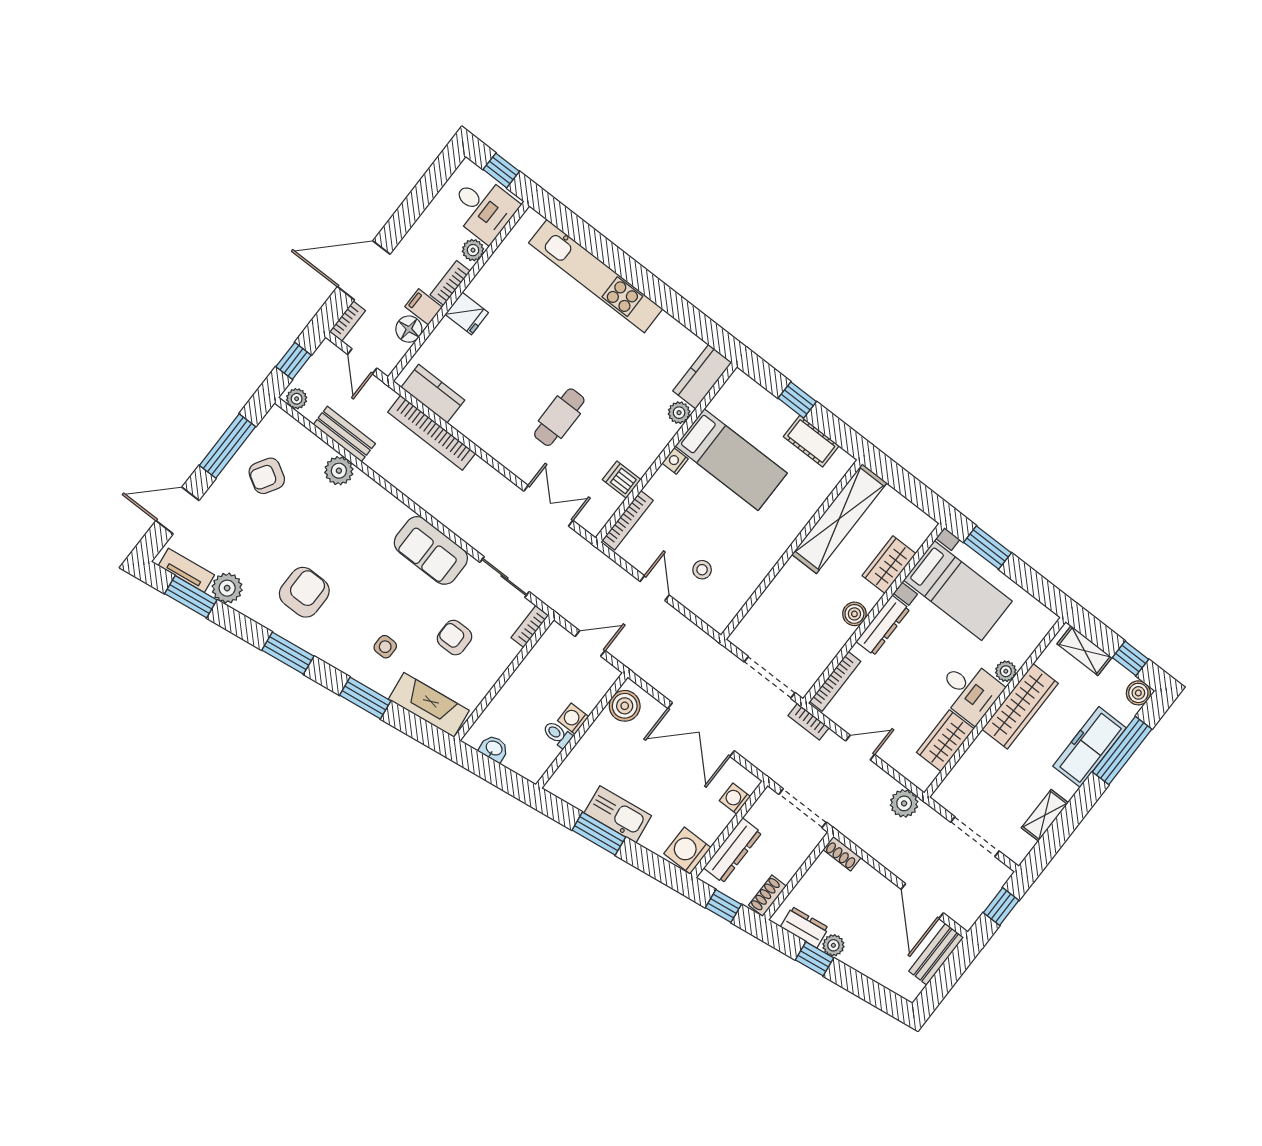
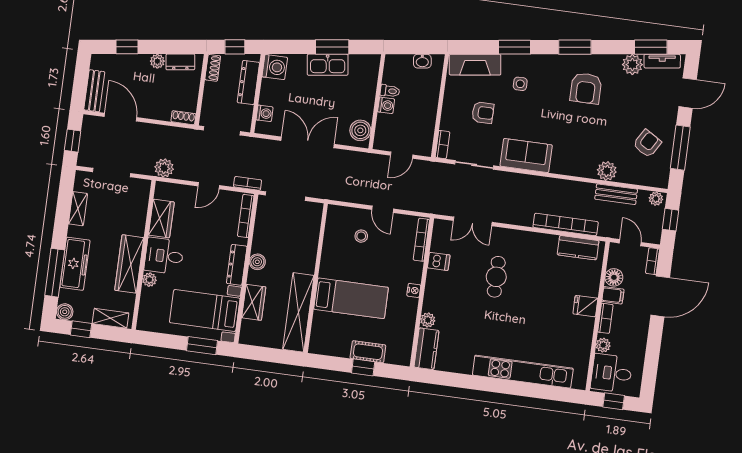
cot: (811, 441) -> (368, 352), moved
bed: (731, 460) -> (351, 298), moved, turned 180
window: (815, 959) -> (127, 47), moved

